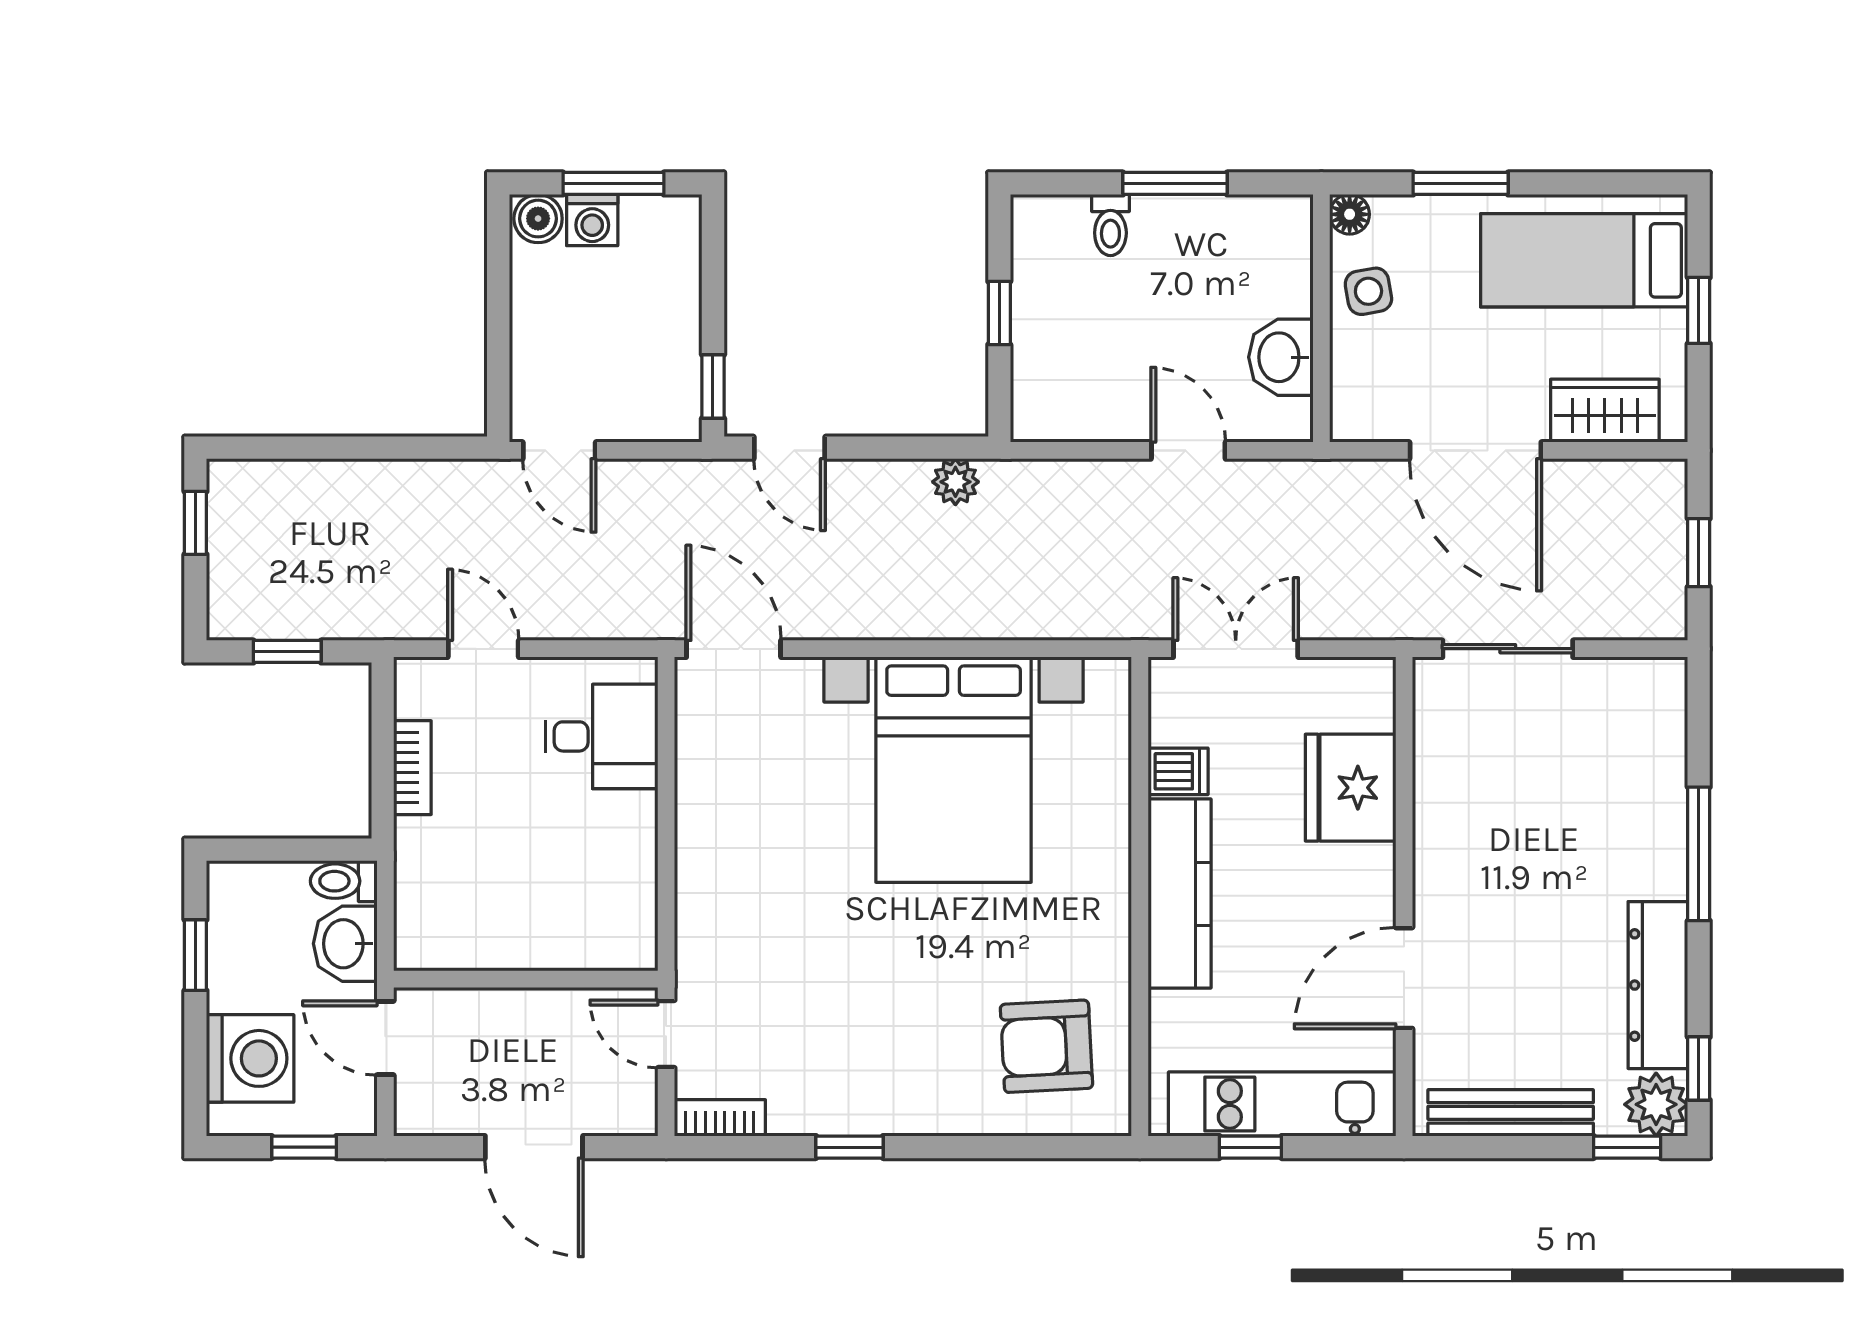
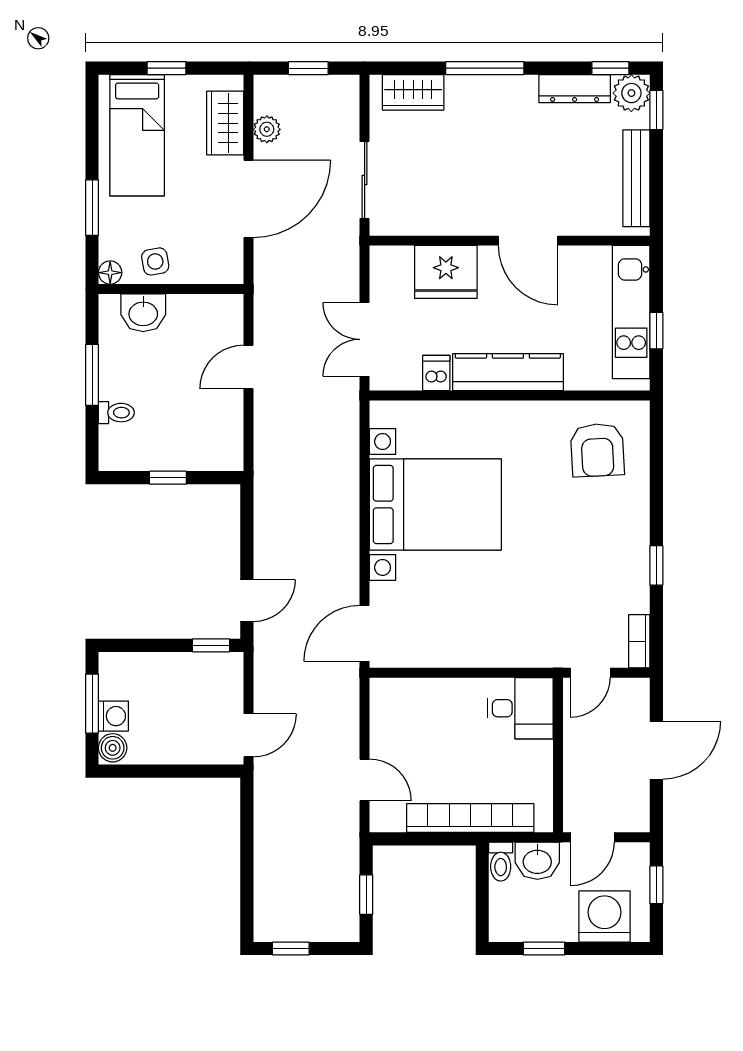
washbasin: (1281, 357) -> (143, 313), moved
plant: (955, 482) -> (267, 129), moved
door: (483, 649) -> (365, 780), swing flipped
wardrobe: (1657, 732) -> (413, 92), added
desk: (602, 736) -> (520, 708), moved, turned 90
bookcase: (412, 768) -> (470, 818), width x2.31, depth x1.31
door: (1404, 978) -> (528, 241), moved
dresser: (1658, 985) -> (575, 89), width x0.73, depth x0.80

